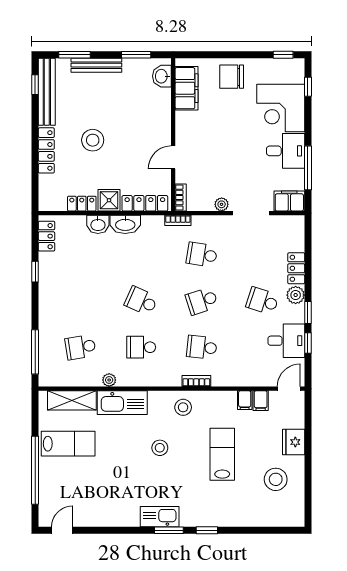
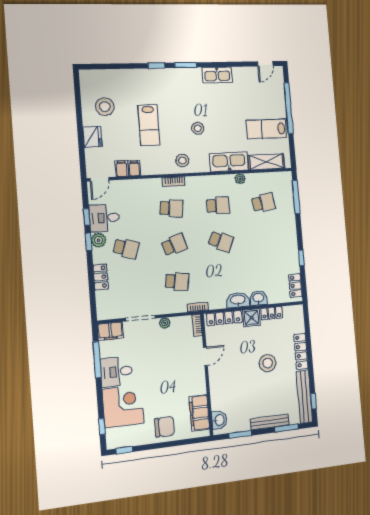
plant: (296, 295) -> (98, 240), moved
kitchen sink: (160, 517) -> (217, 75), moved

